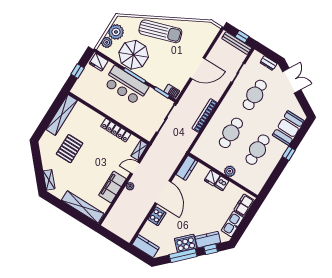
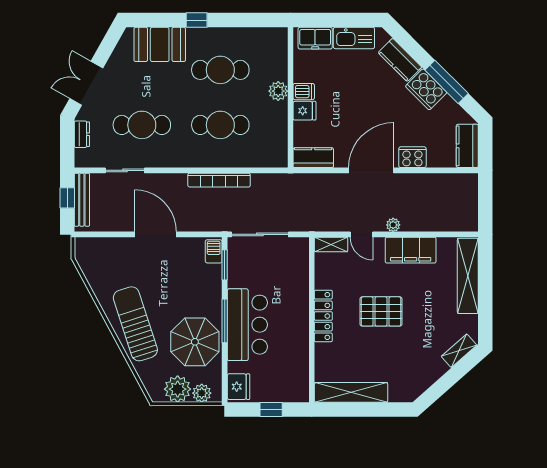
locker: (116, 130) -> (323, 316), moved
pallet: (70, 149) -> (381, 311), moved
window: (211, 249) -> (411, 47), removed

